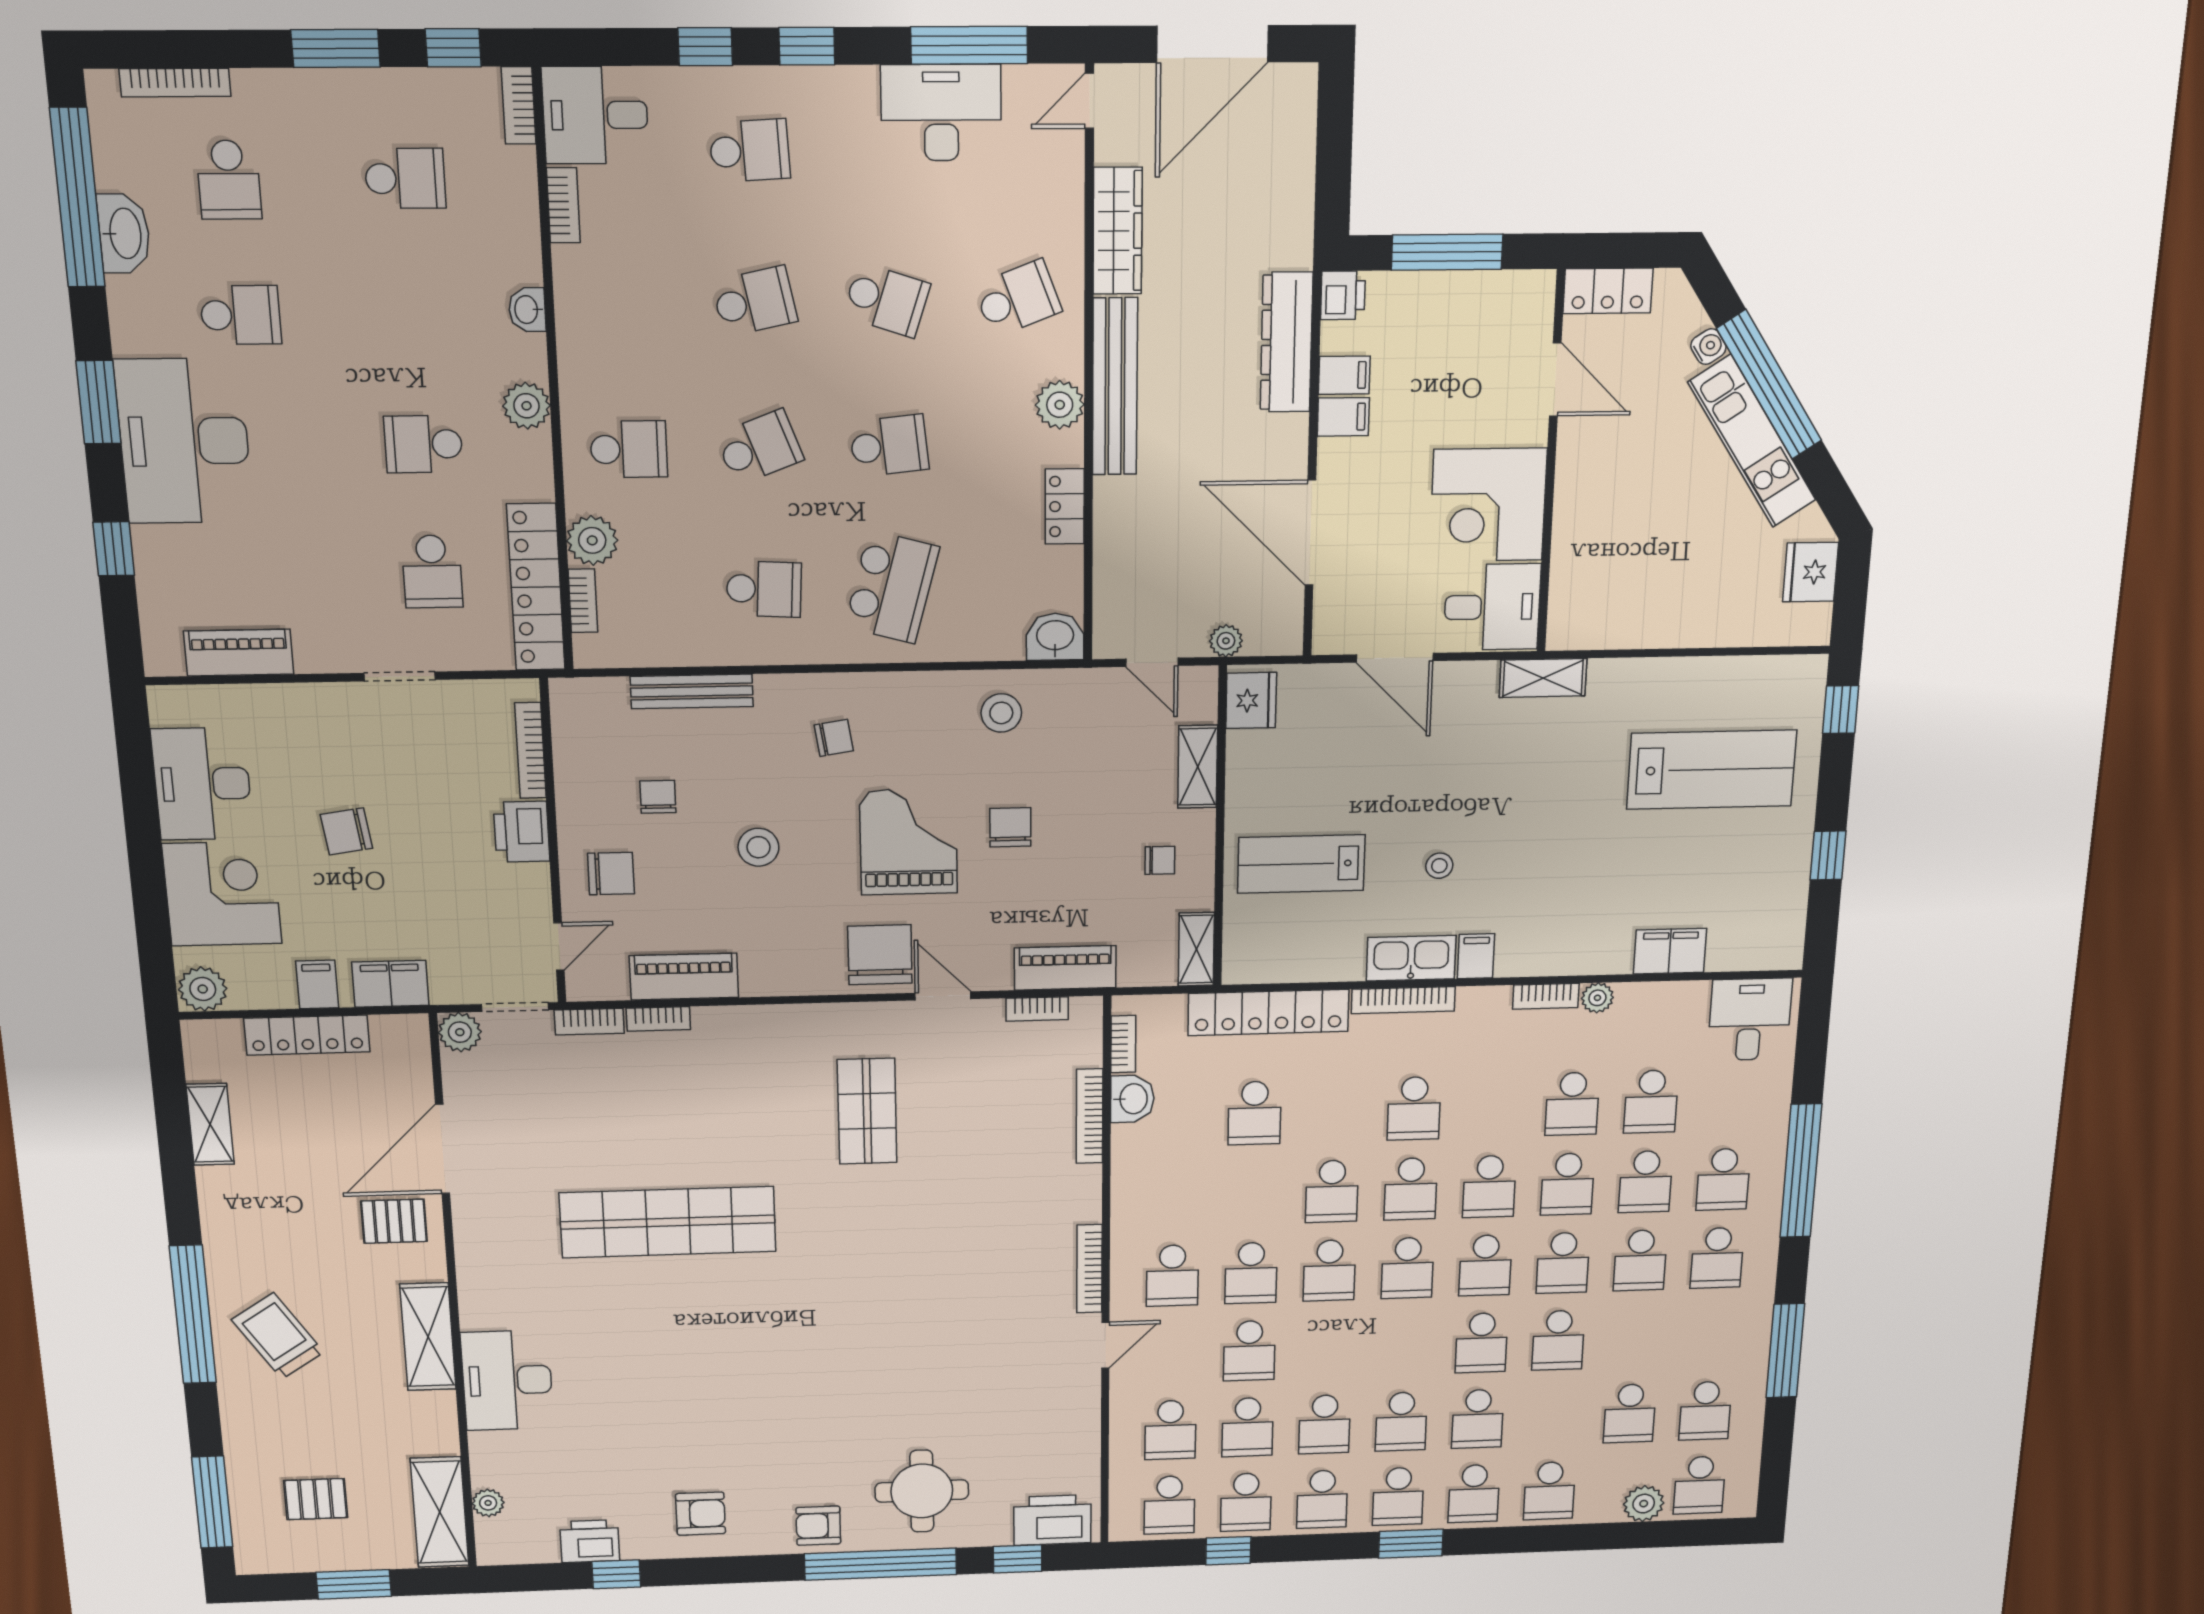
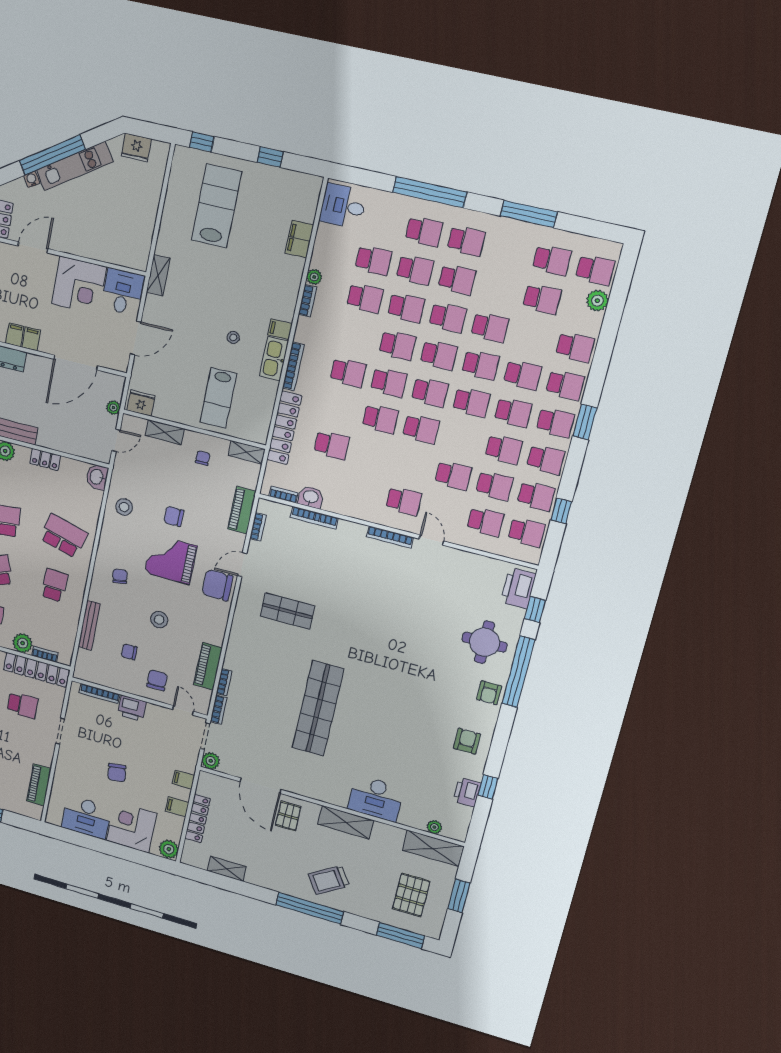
filing cabinet: (390, 984) -> (183, 780), width x0.50
school desk: (1251, 1273) -> (471, 402), moved
pallet: (316, 1499) -> (411, 895), width x1.50, depth x1.42

